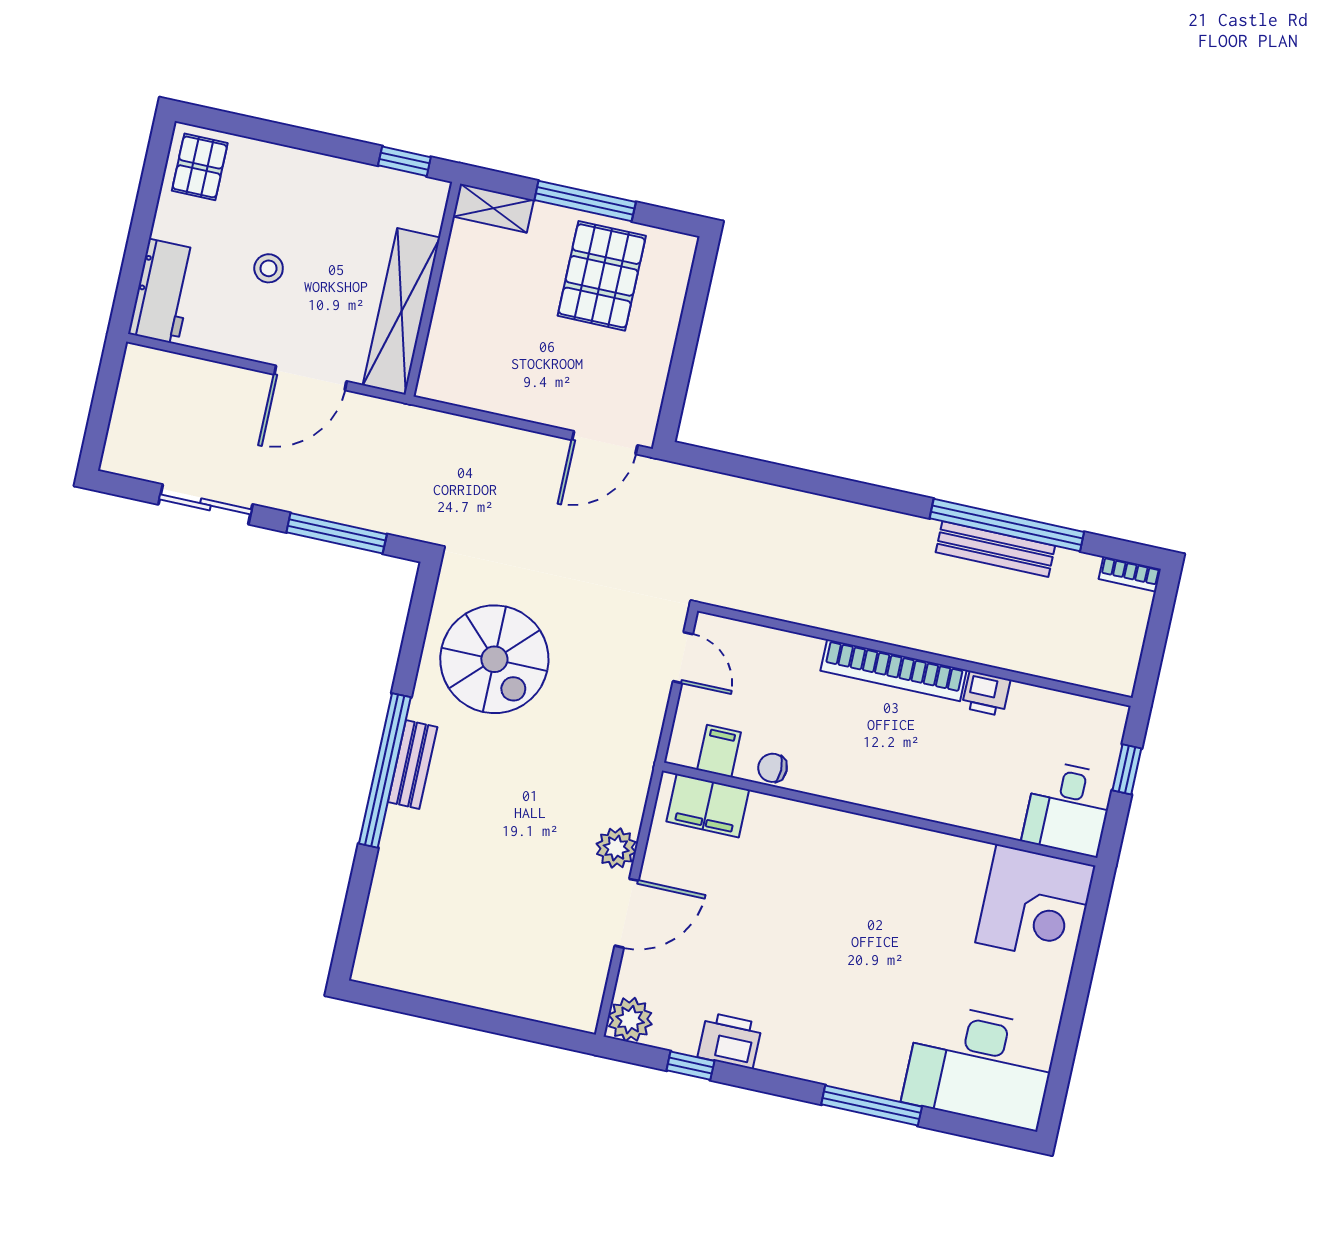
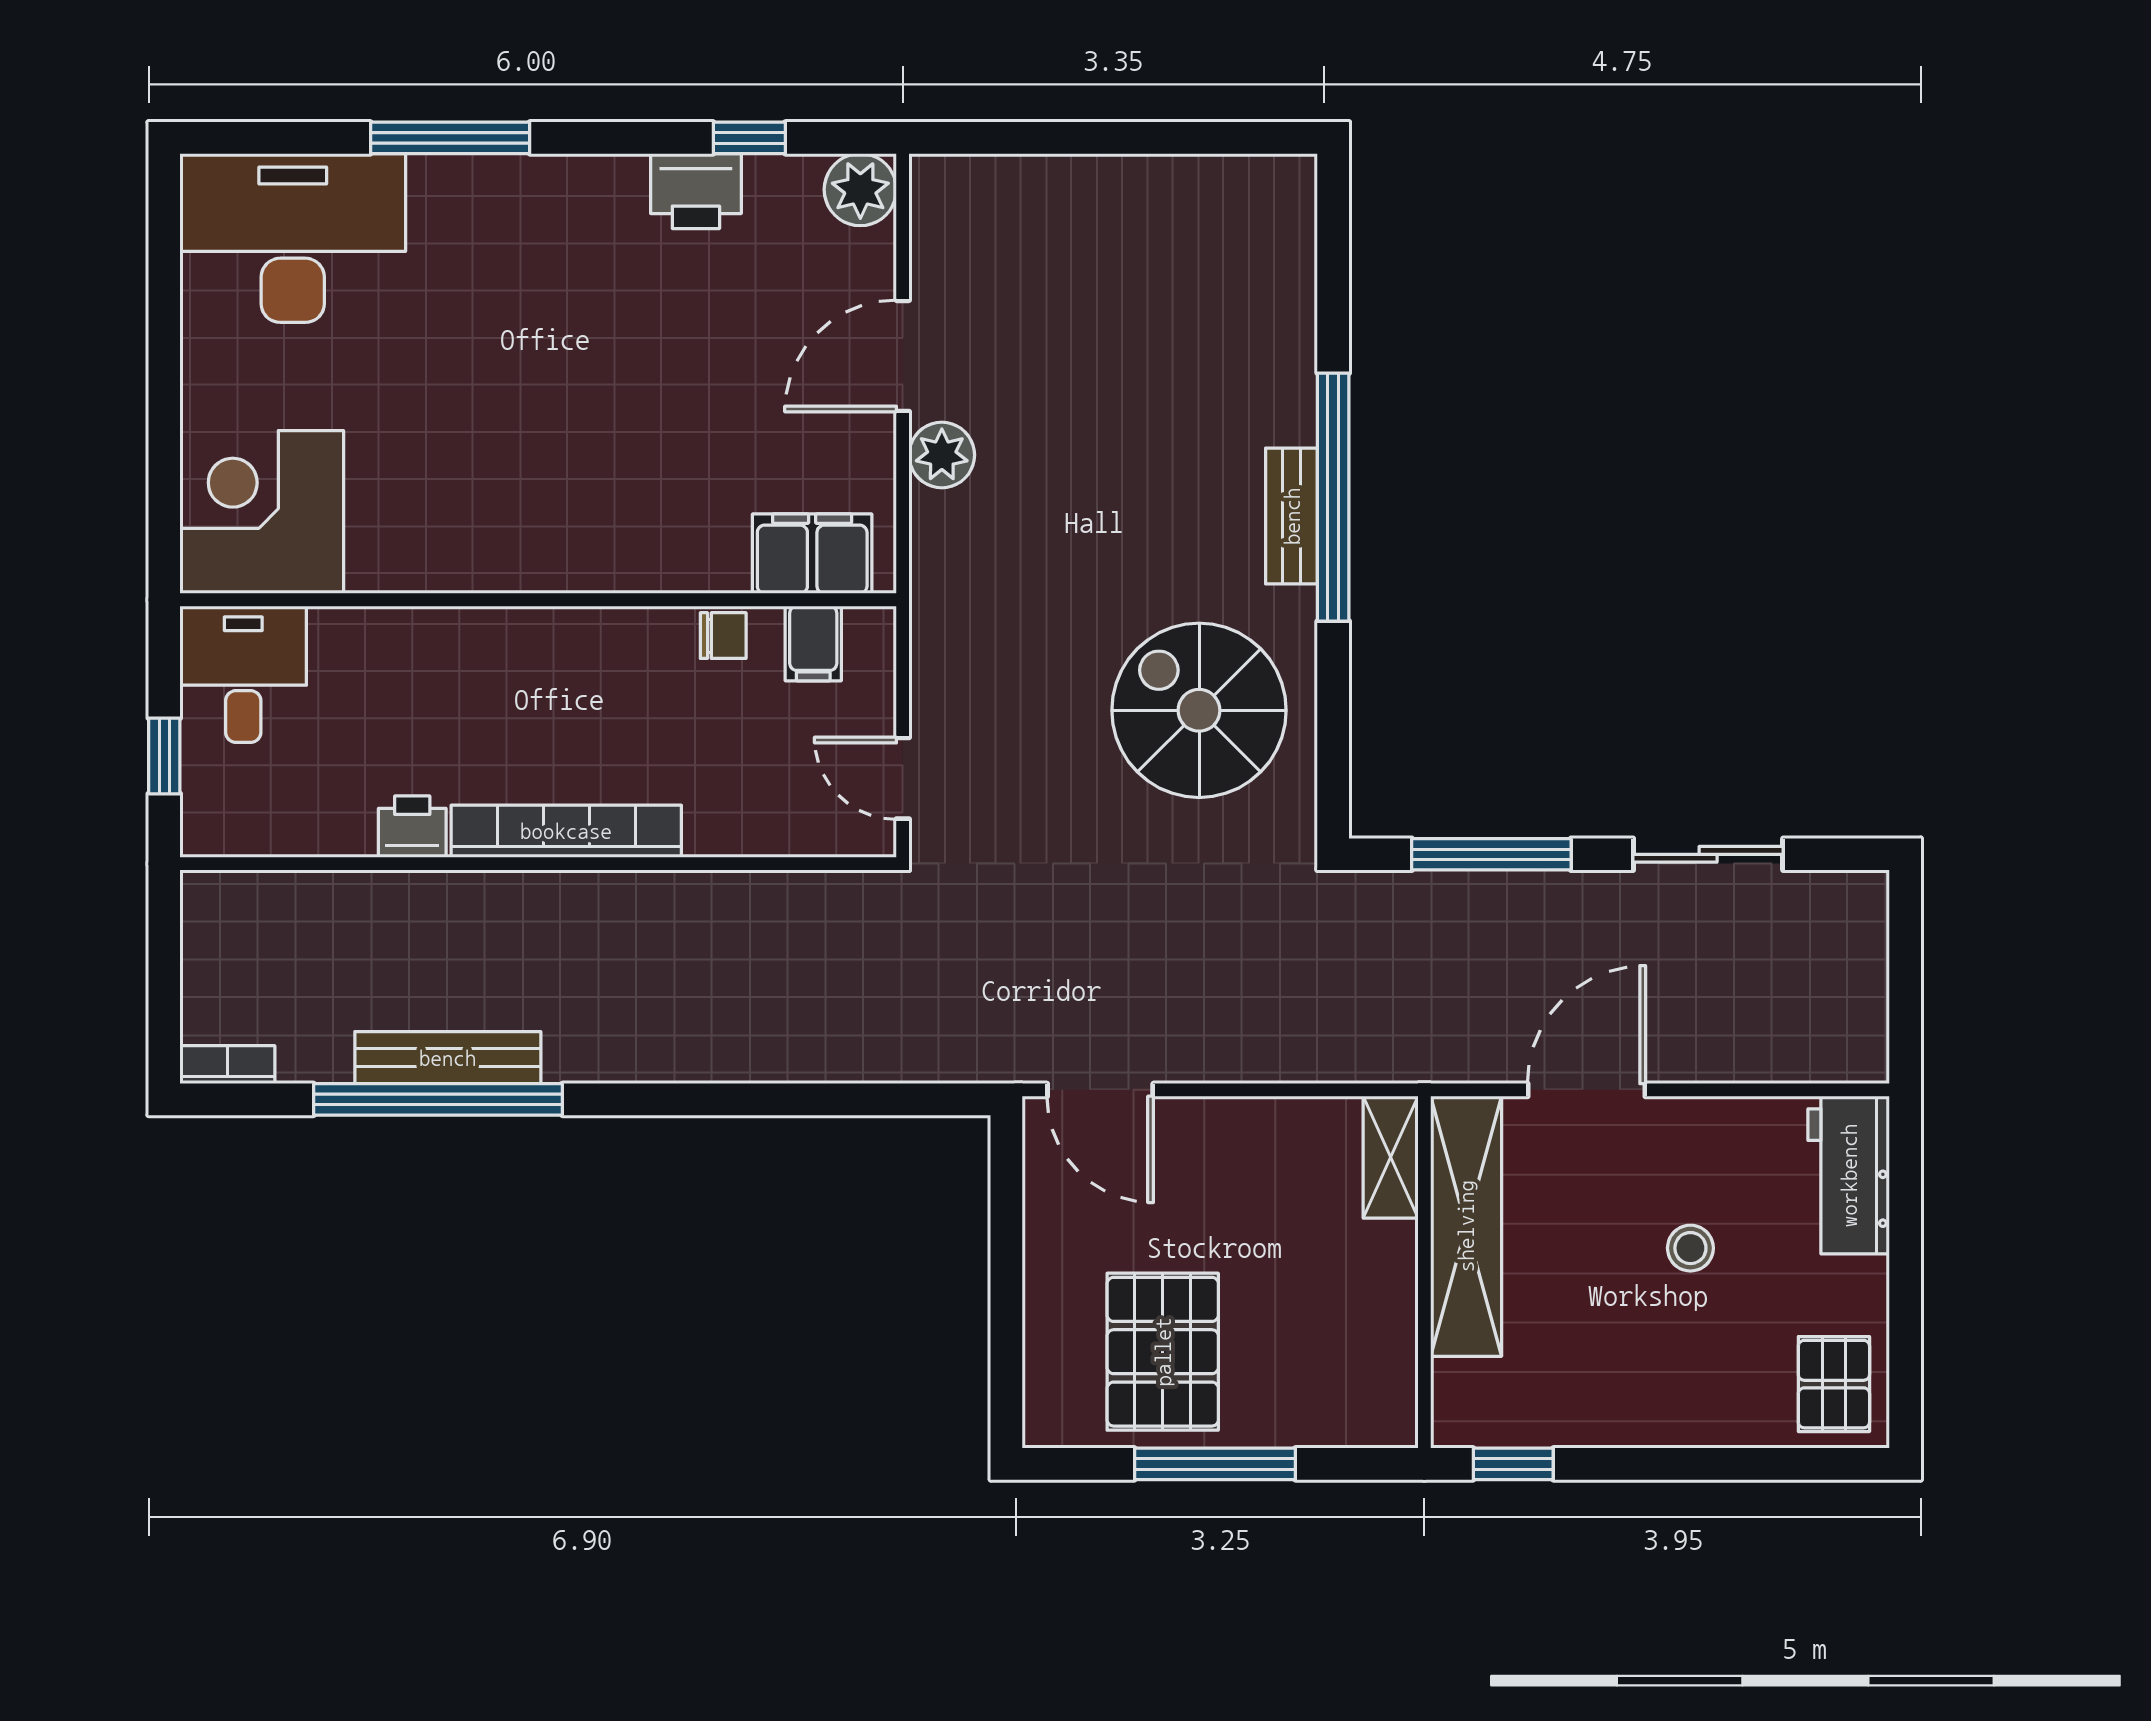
shelving: (493, 208) -> (1391, 1157), moved, turned 90
door: (605, 443) -> (1100, 1090), swing flipped

